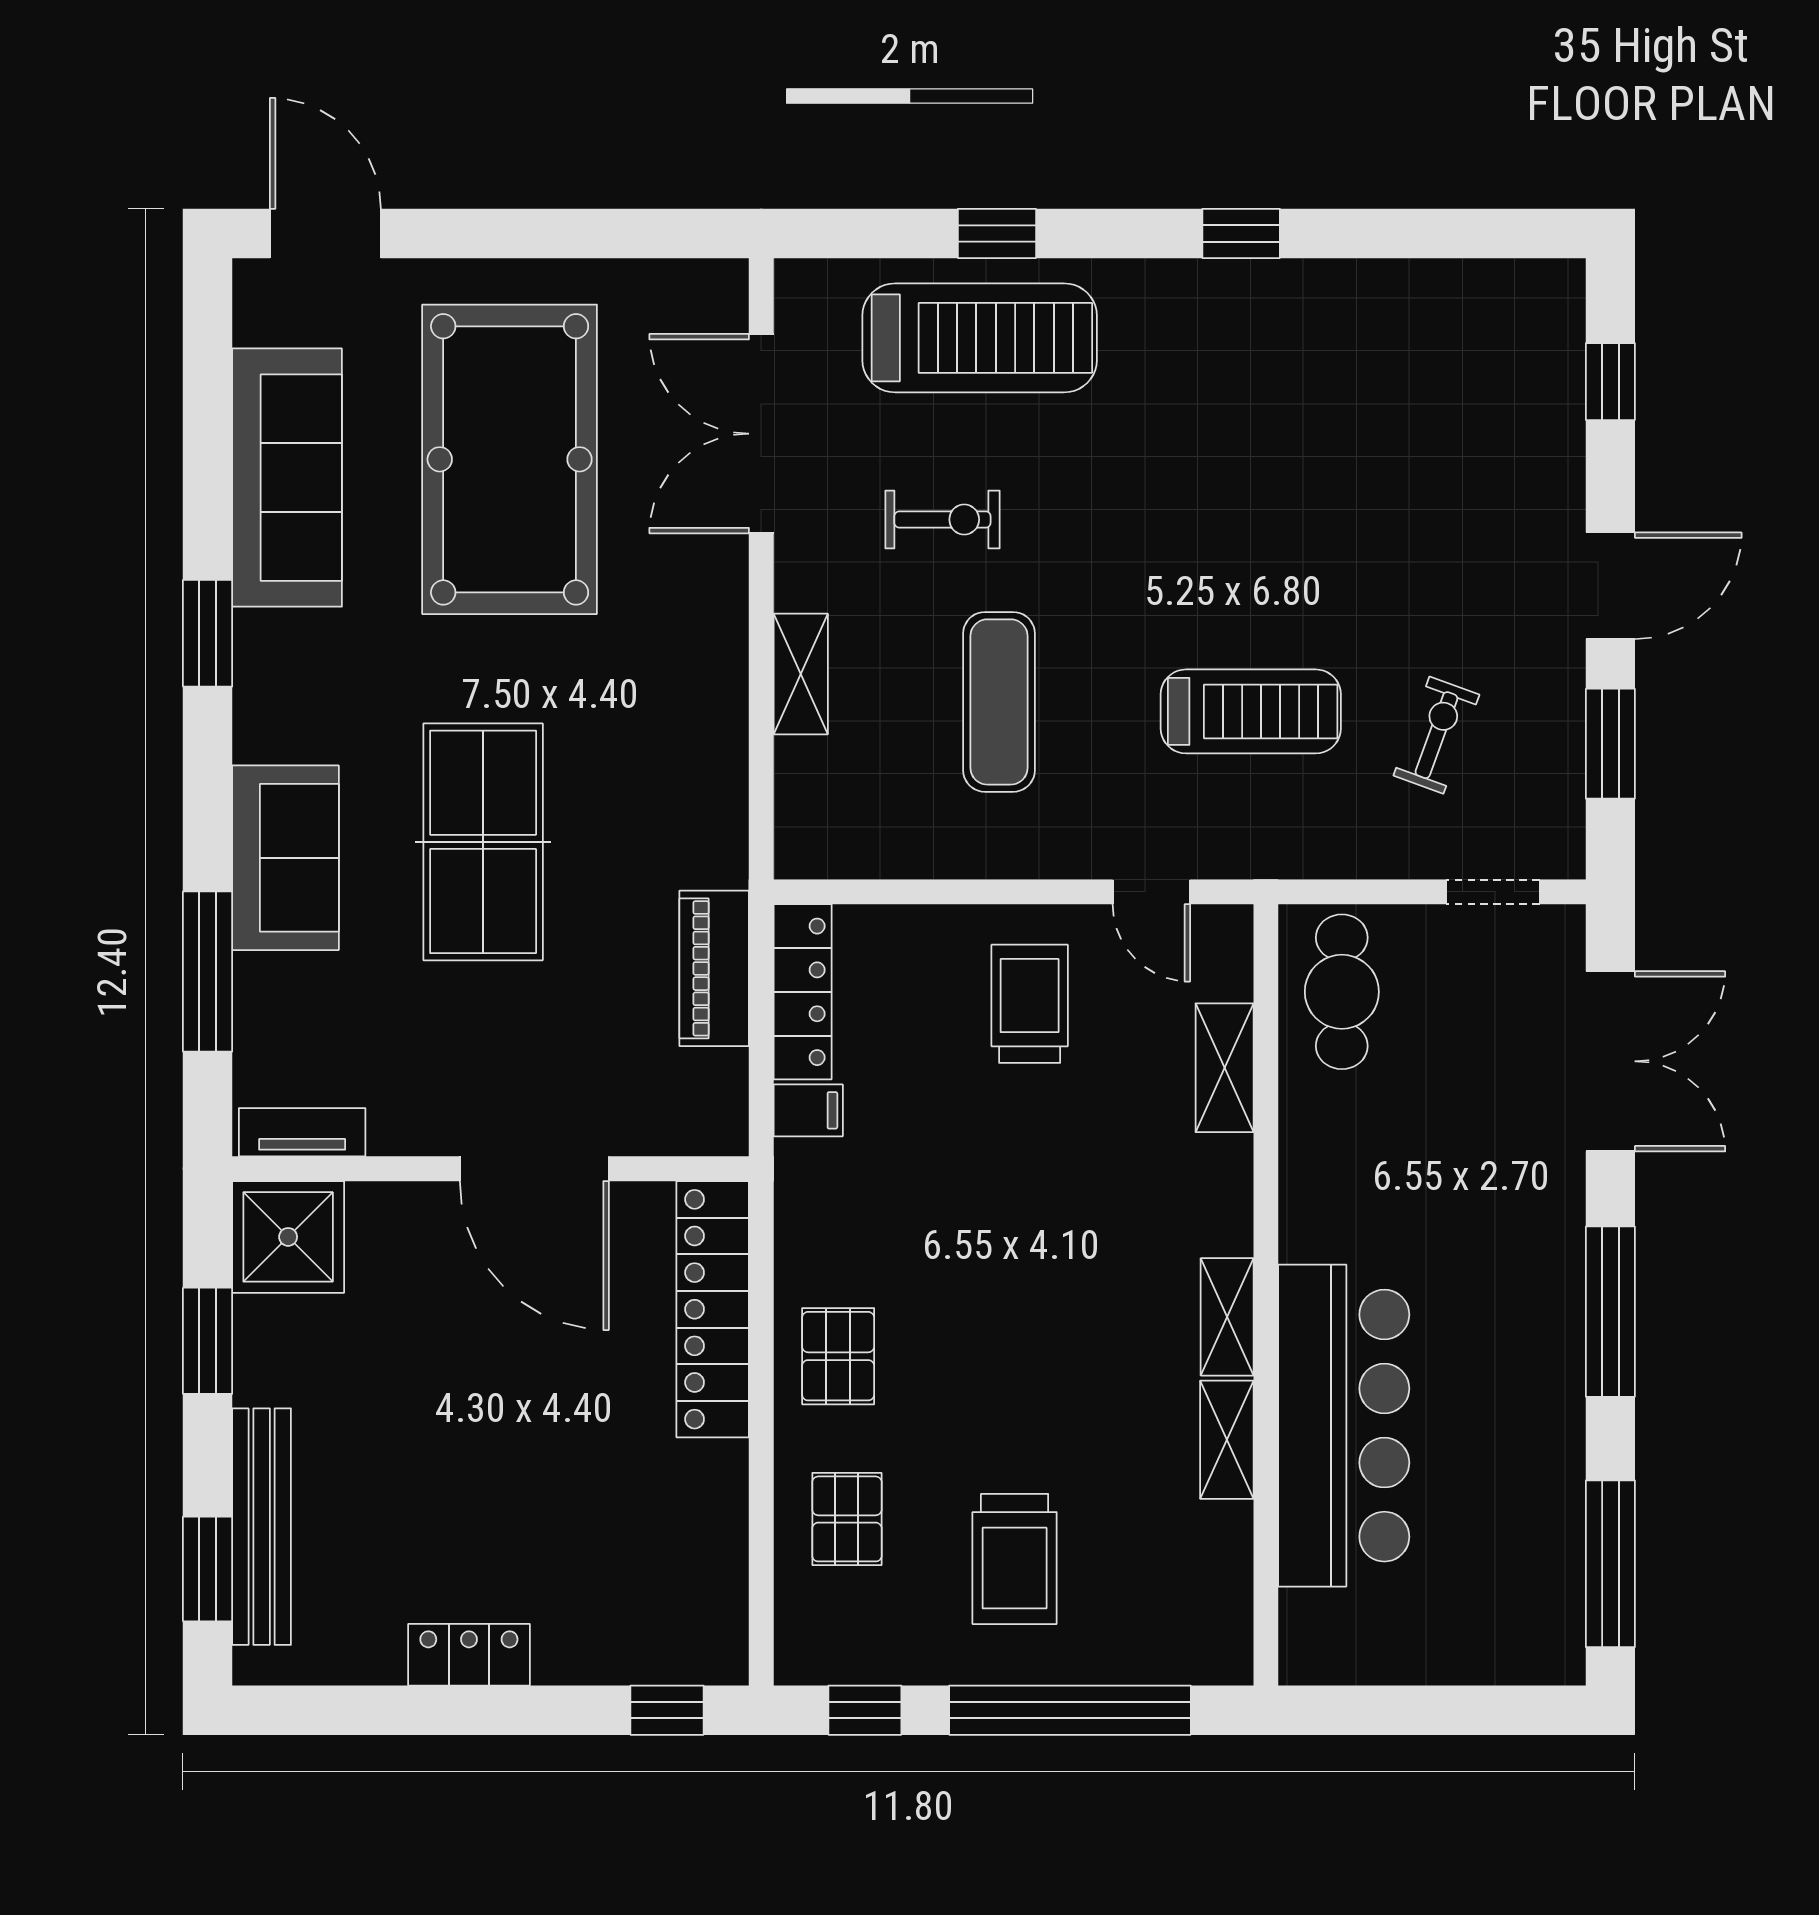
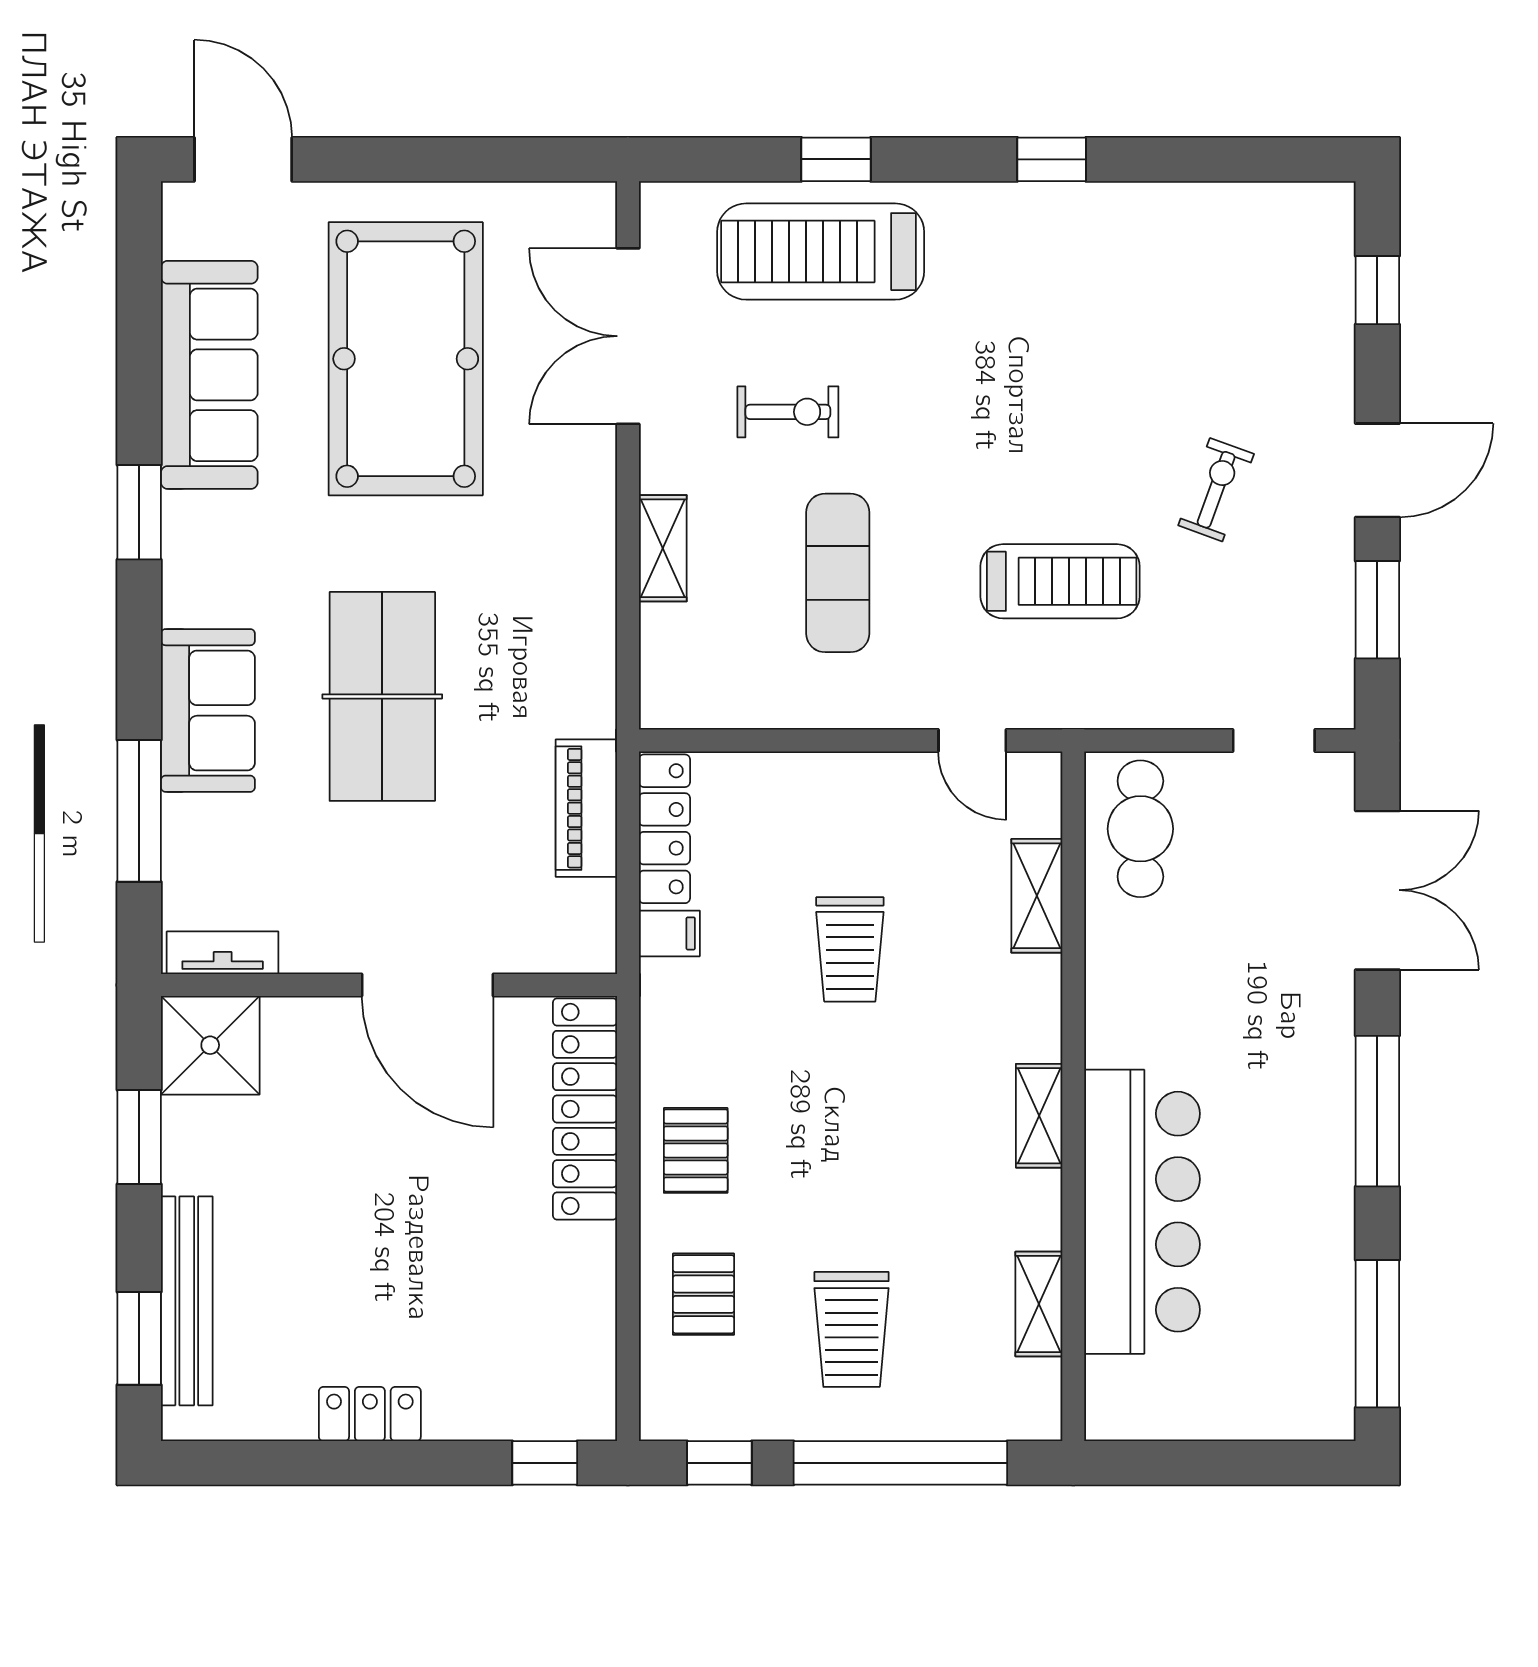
treadmill: (980, 338) -> (821, 252), turned 180
exercise bike: (1436, 735) -> (1216, 490), moved
trolley: (1030, 1004) -> (850, 949), moved, turned 180
shelving: (1227, 1440) -> (1039, 1304), moved

